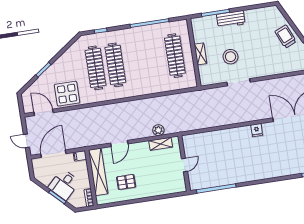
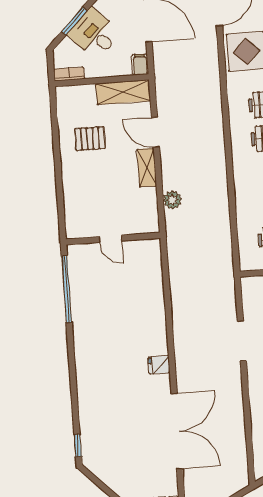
shelving: (161, 144) -> (147, 168), moved
shelving: (98, 172) -> (123, 92), width x0.68
pallet: (126, 182) -> (90, 139), turned 90

